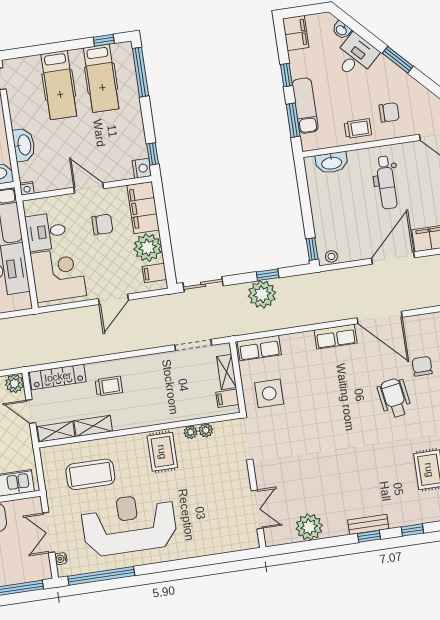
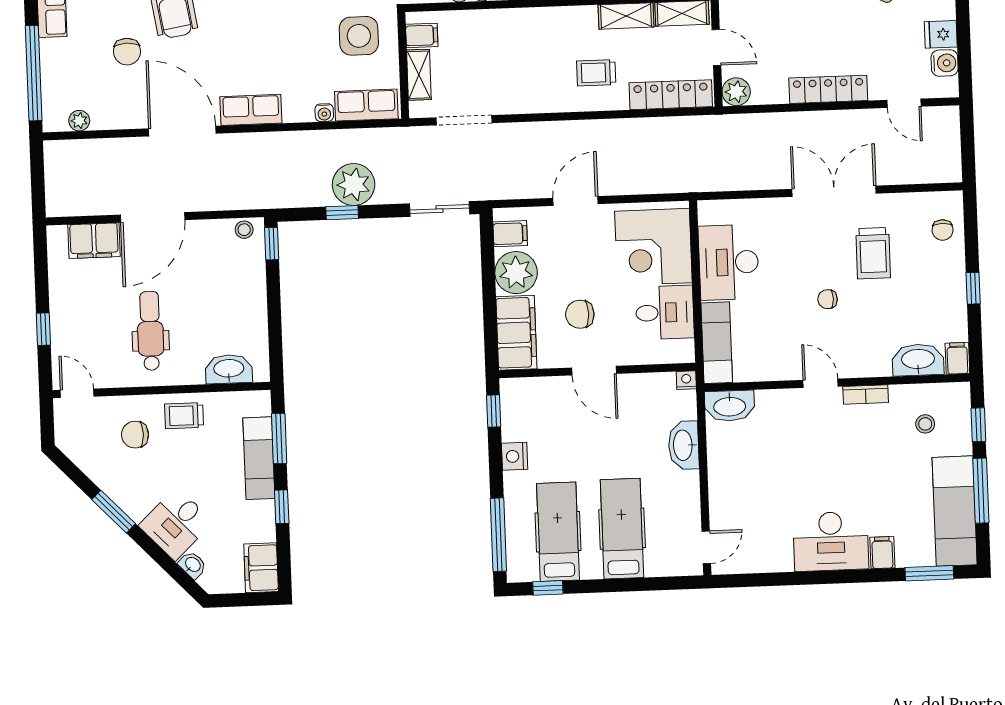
nightstand: (142, 168) -> (515, 456), moved
water cooler: (287, 340) -> (324, 113), added

